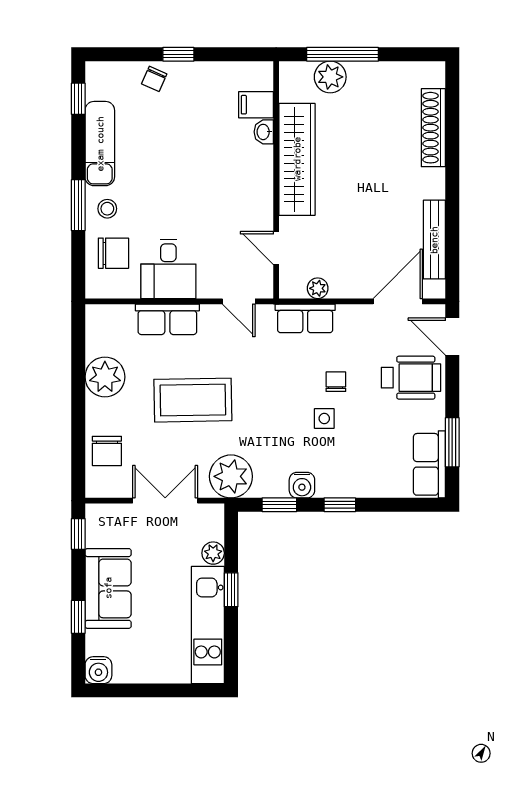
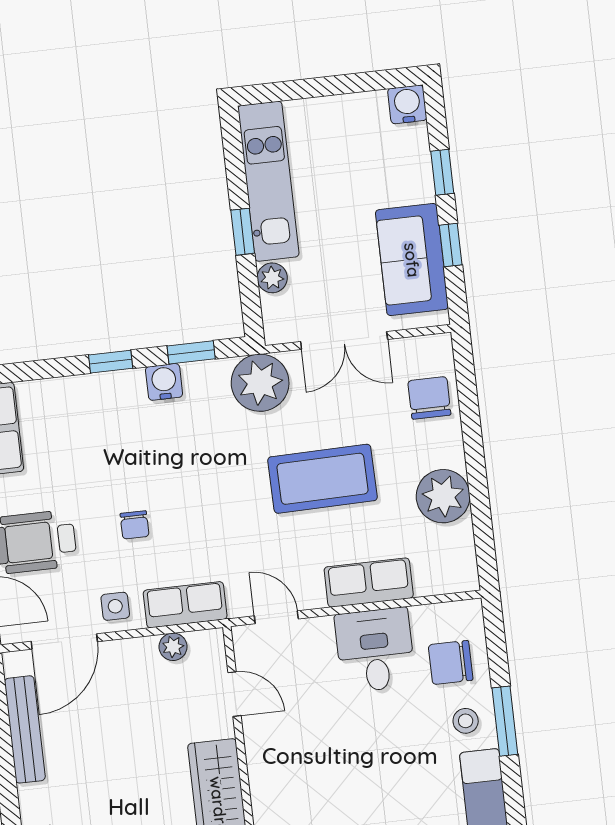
side table: (324, 418) -> (115, 606), moved
window: (78, 534) -> (451, 245), moved
sofa: (108, 588) -> (412, 260), moved

